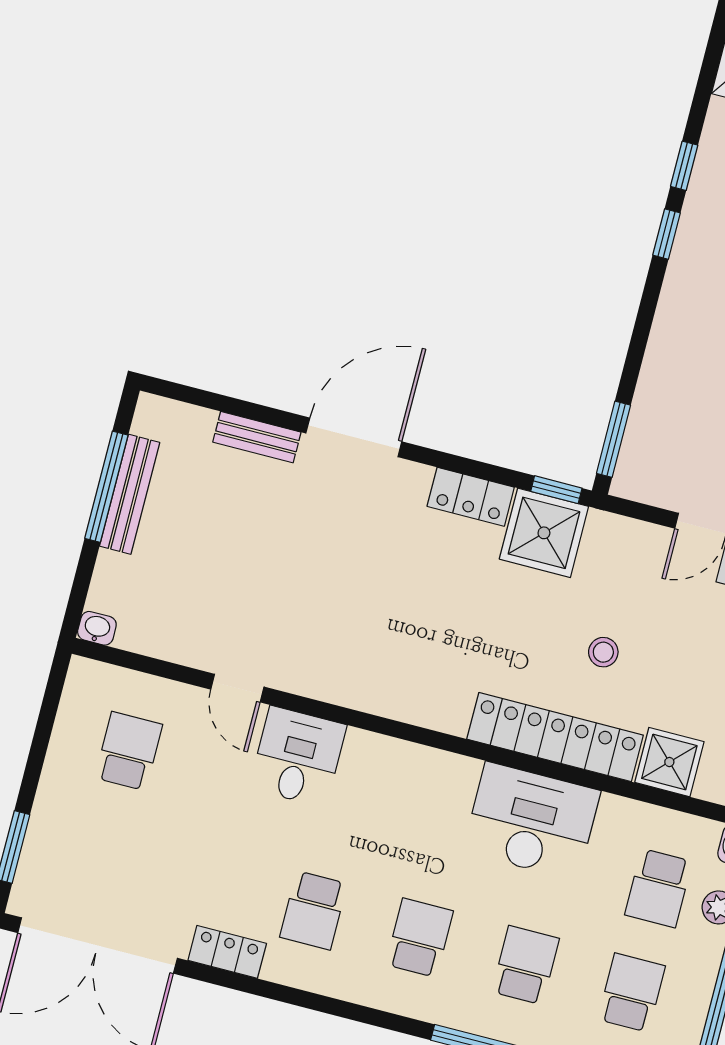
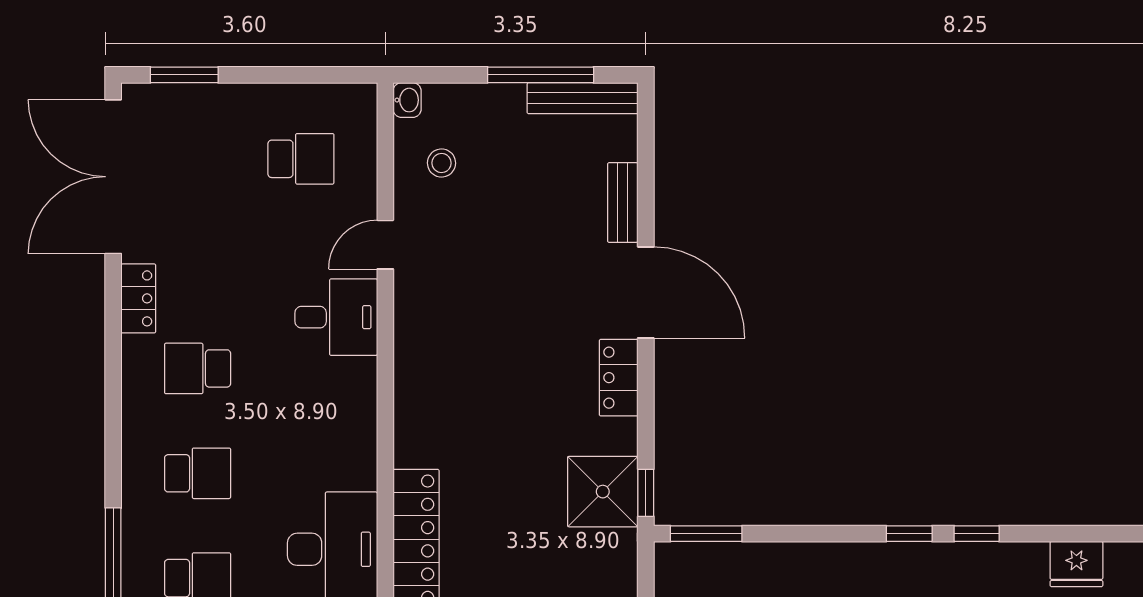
bench: (130, 494) -> (583, 98), moved
locker: (471, 497) -> (619, 378), moved
stool: (603, 652) -> (442, 163), moved

